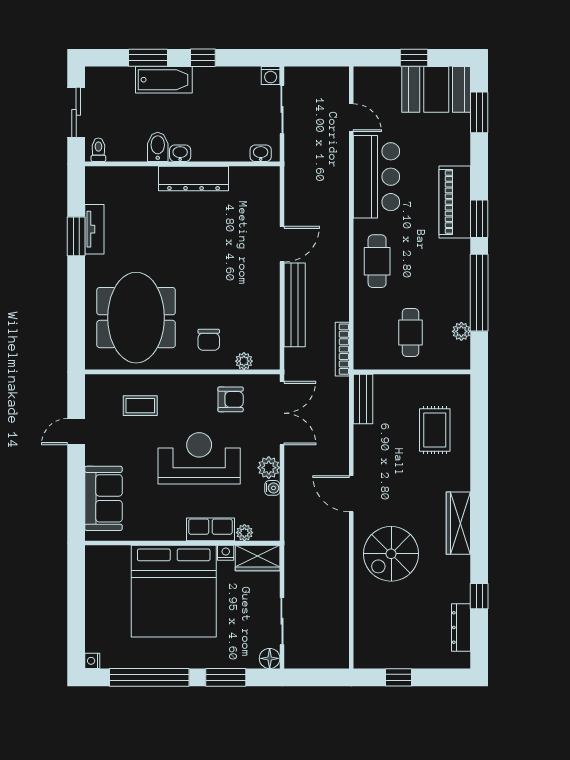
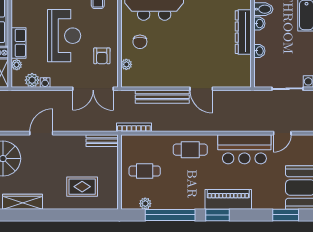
washbasin: (261, 153) -> (259, 51), moved
chair: (209, 340) -> (140, 42), turned -90
plant: (269, 468) -> (32, 80), moved

